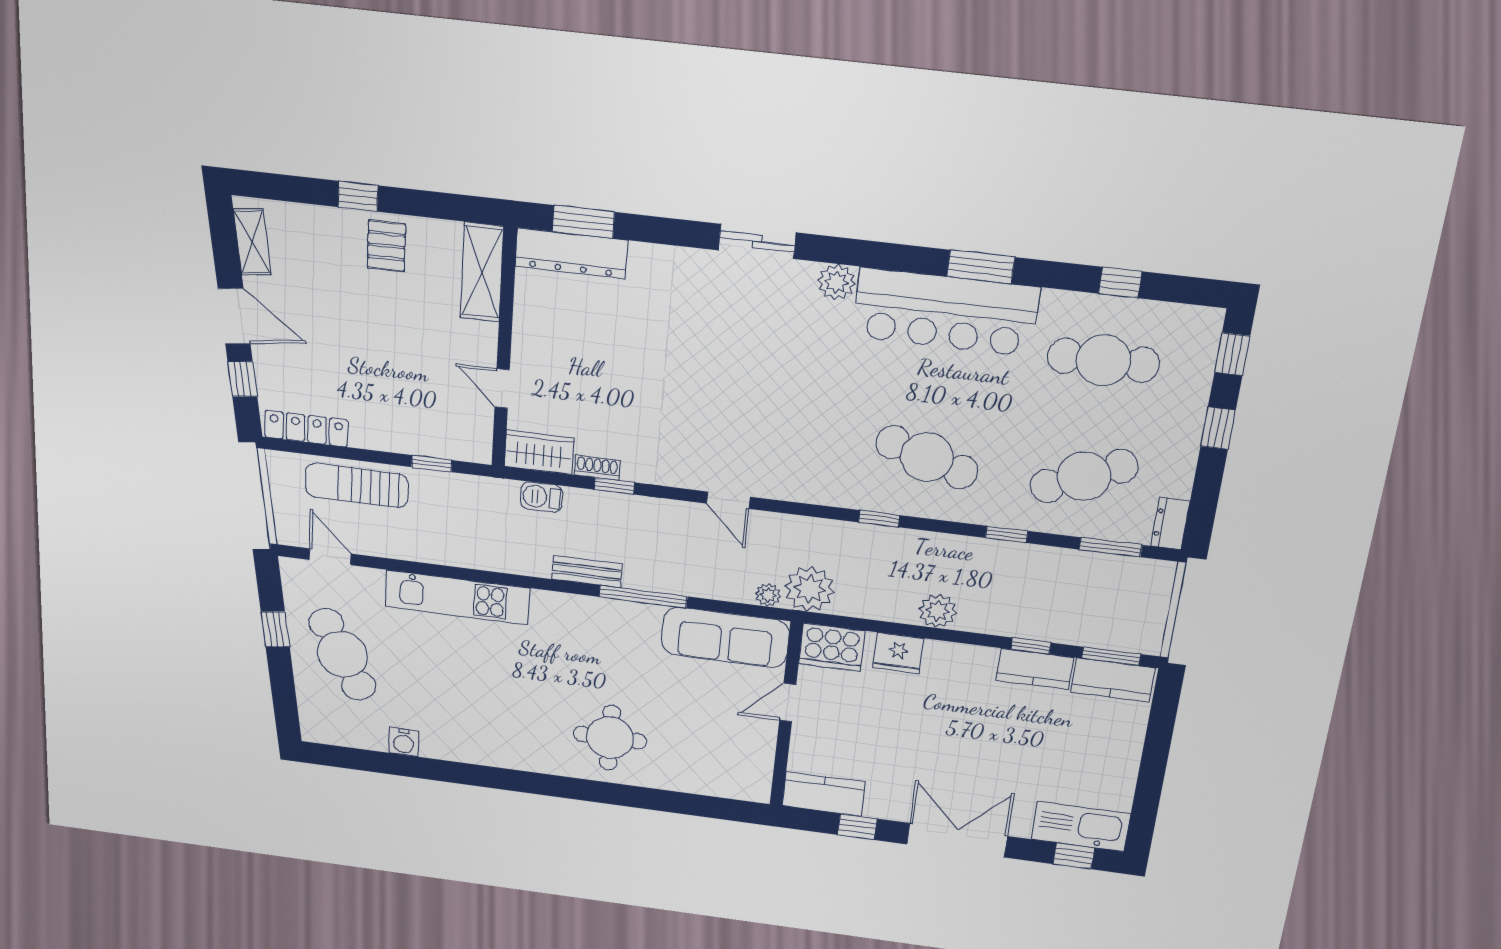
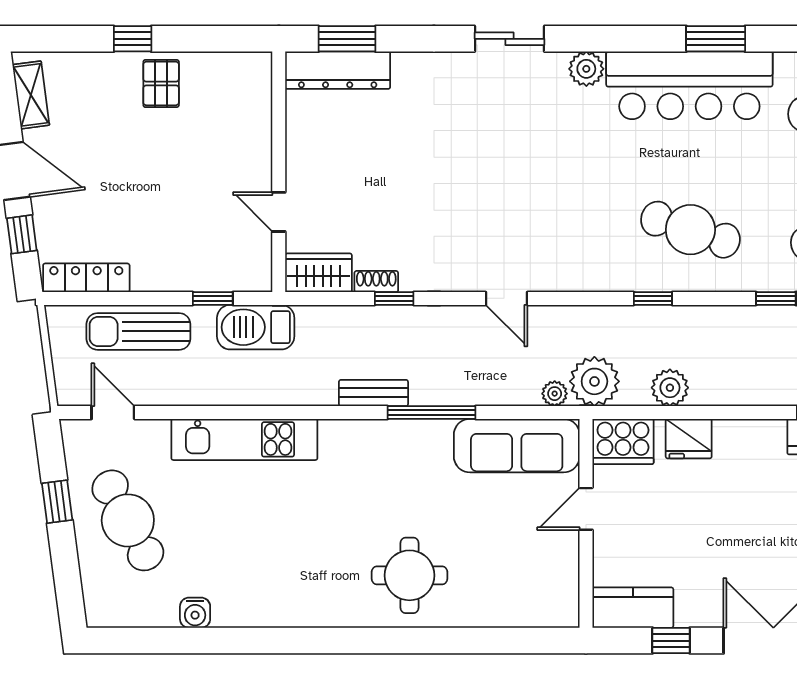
shelving: (482, 272) -> (254, 98), removed
barbecue: (541, 497) -> (256, 327), moved, width x1.88, depth x1.53
plant: (938, 611) -> (670, 388), moved

